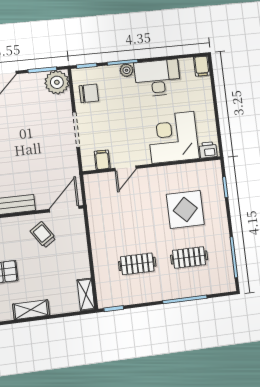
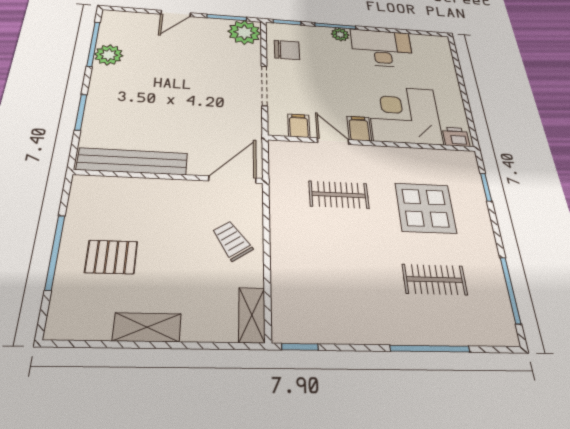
filing cabinet: (202, 66) -> (359, 129), moved, turned 180
door: (125, 168) -> (333, 141), swing flipped
trolley: (43, 235) -> (232, 241), moved
clothes rail: (137, 264) -> (339, 195), moved

